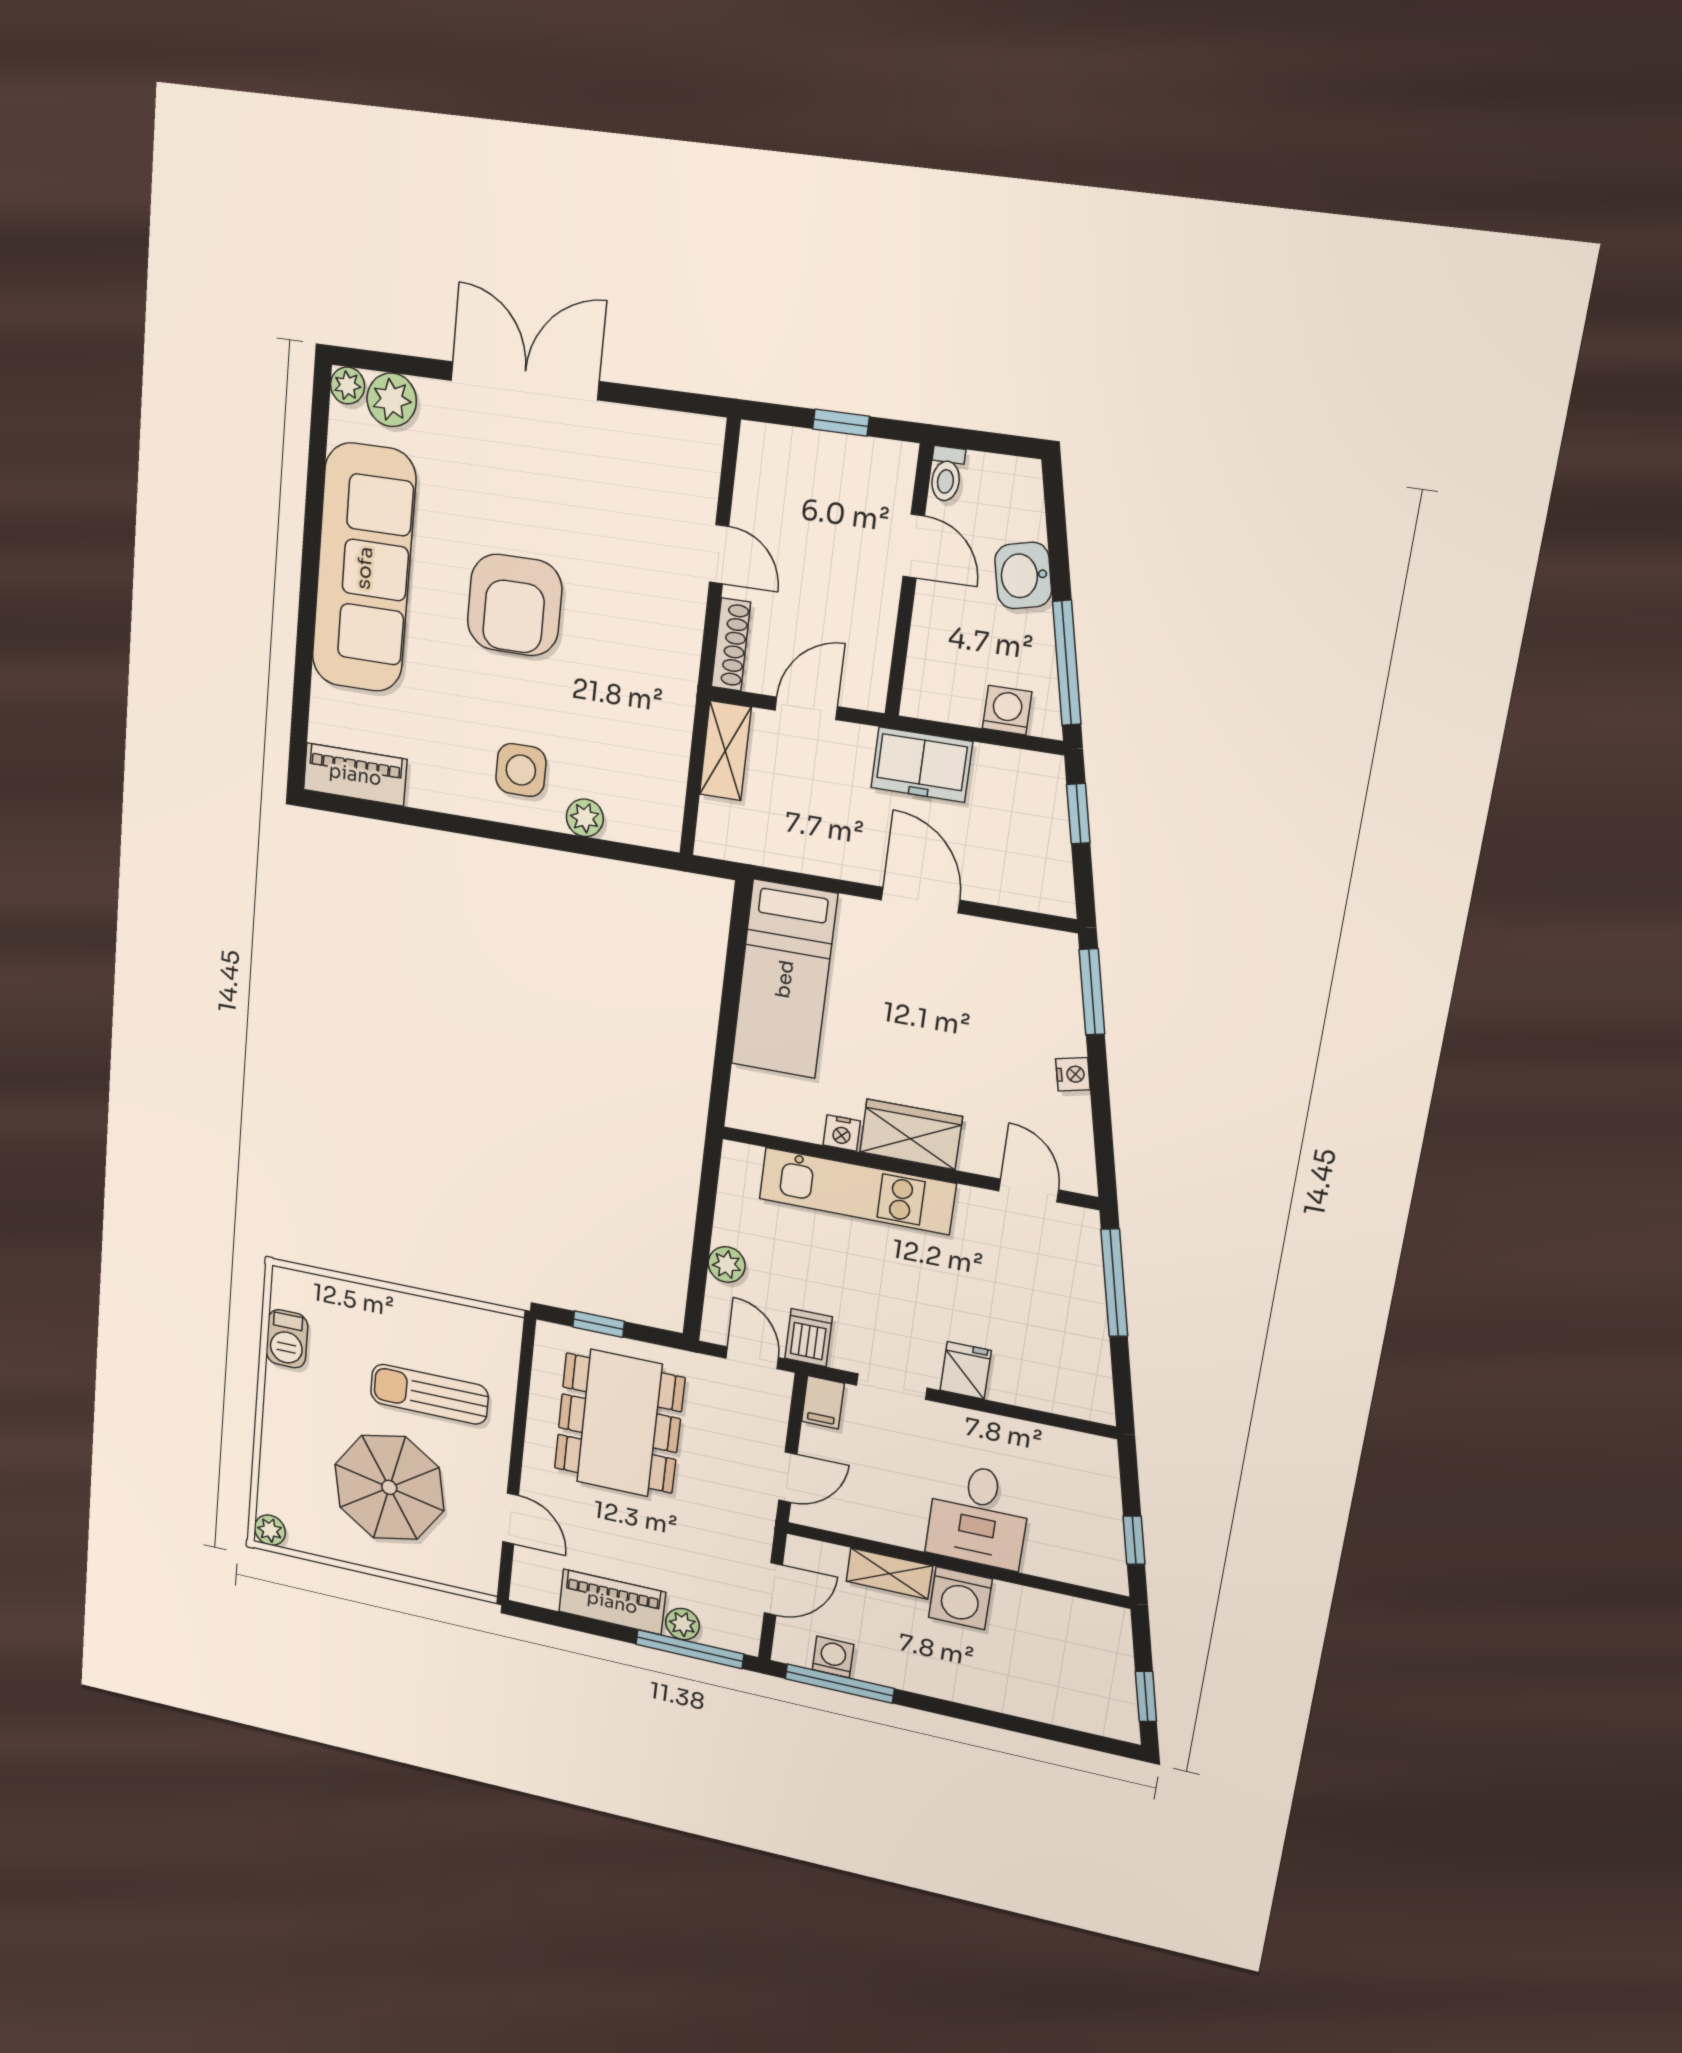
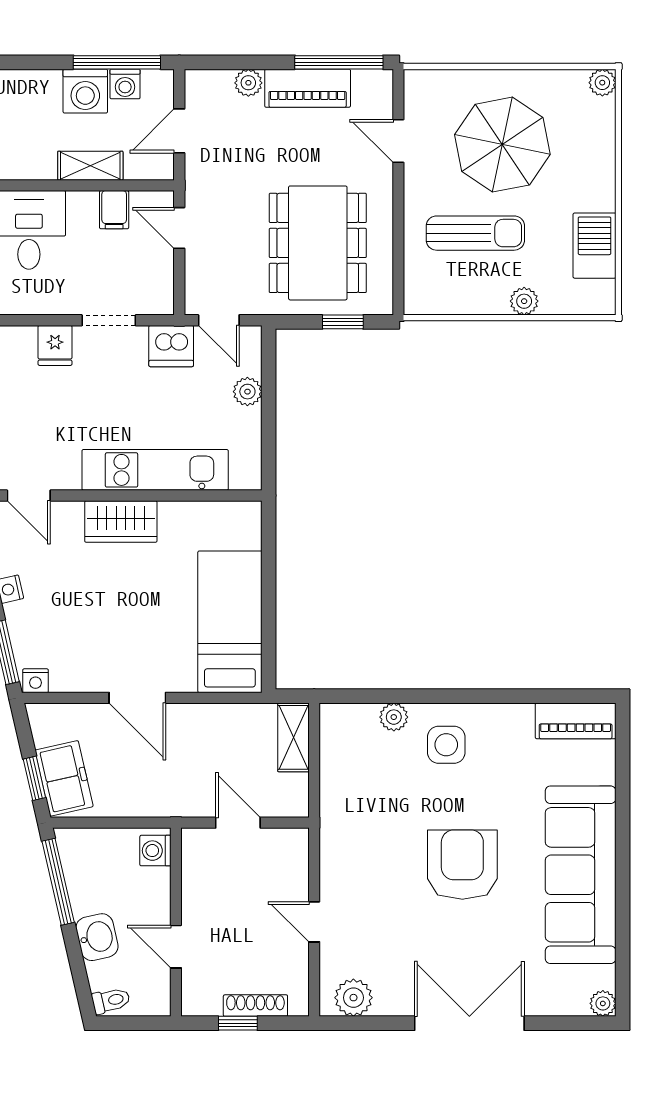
double door: (525, 381) -> (469, 1023), swing flipped
plant: (392, 400) -> (353, 998), moved
toilet: (946, 474) -> (111, 1001), moved, turned 77
shoe rack: (731, 645) -> (255, 1006), moved, turned 90
door: (806, 708) -> (238, 823), swing flipped
washing machine: (1007, 710) -> (155, 851), moved, turned 90
shelving: (725, 751) -> (294, 737), moved
freezer: (922, 765) -> (64, 778), moved, turned 77
nightstand: (842, 1133) -> (36, 681), moved, turned 180
plant: (378, 1303) -> (524, 301), added
dishwasher: (809, 1338) -> (171, 346), width x1.38
barbecue: (287, 1339) -> (594, 246), width x1.38, depth x1.27
filing cabinet: (823, 1402) -> (114, 210), moved, turned 180
door: (788, 1477) -> (179, 228), hinge flipped
washing machine: (960, 1598) -> (85, 91), moved, turned 180
window: (690, 1649) -> (339, 62), moved

